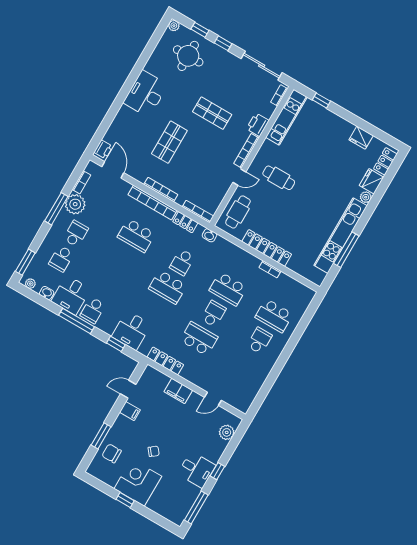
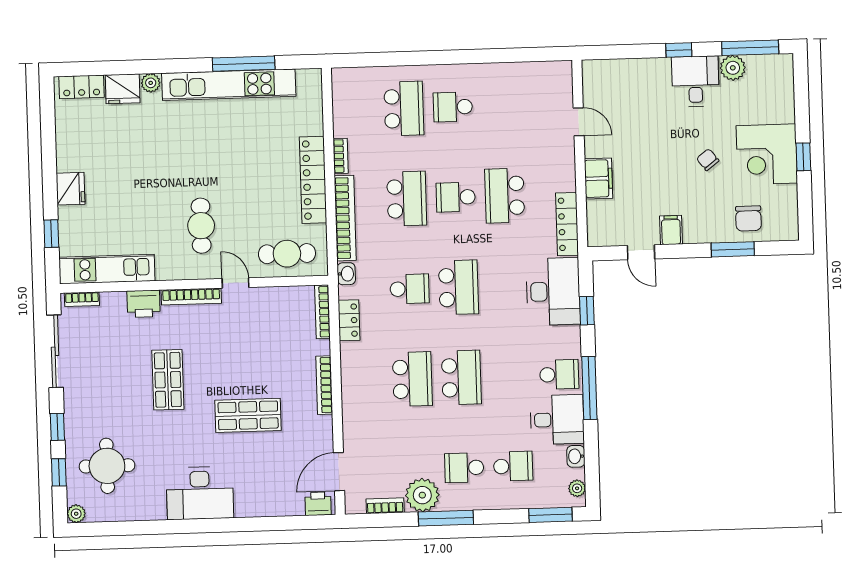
fridge: (361, 138) -> (71, 189), moved
bookcase: (152, 203) -> (345, 218), moved
school desk: (122, 260) -> (461, 378), added
desk: (131, 330) -> (553, 291), width x1.37
plant: (227, 432) -> (733, 68), moved

